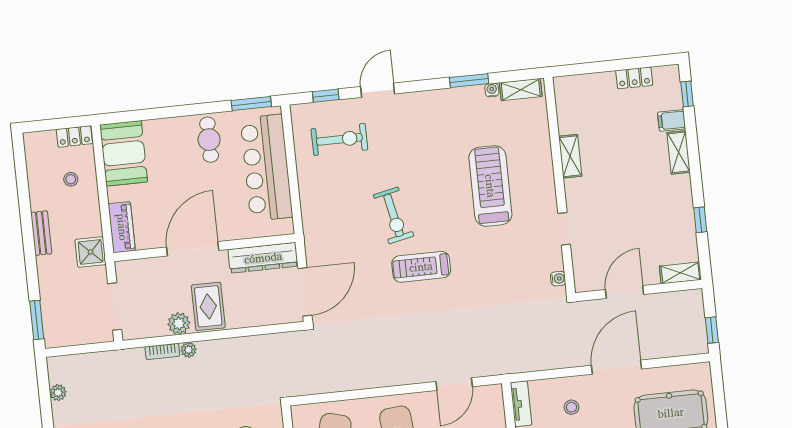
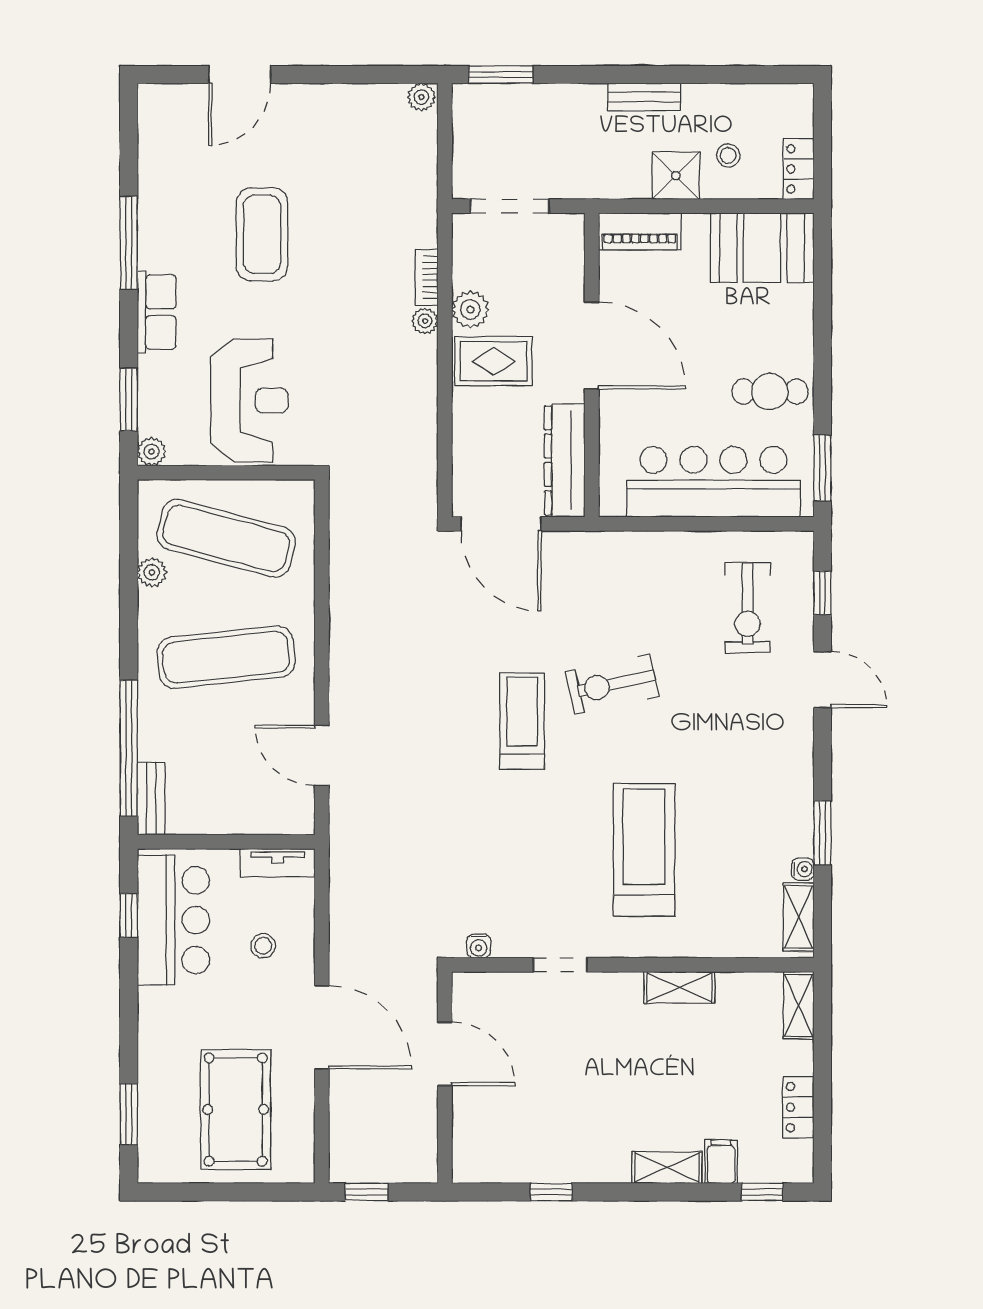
treadmill: (490, 186) -> (644, 850), turned -90
shower: (91, 252) -> (676, 176), moved
shelving: (680, 273) -> (799, 1005), moved
plant: (58, 393) -> (421, 97), moved

